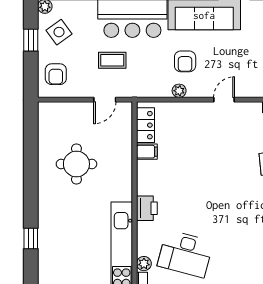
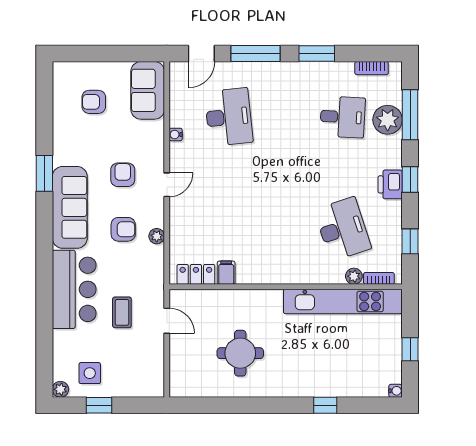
side table: (59, 32) -> (90, 373), turned 36
armchair: (56, 74) -> (123, 175), moved, turned -90
door: (224, 100) -> (167, 185), swing flipped
printer: (147, 208) -> (291, 273), removed
desk: (185, 254) -> (343, 229), turned -33

